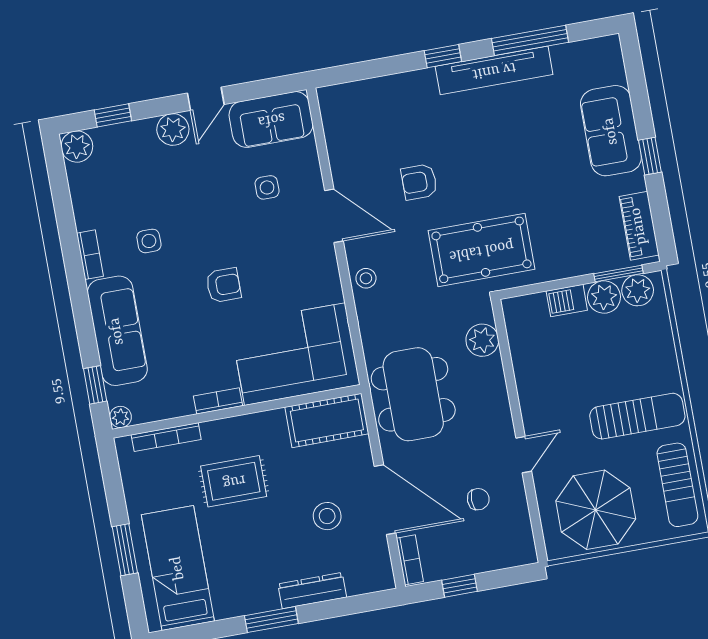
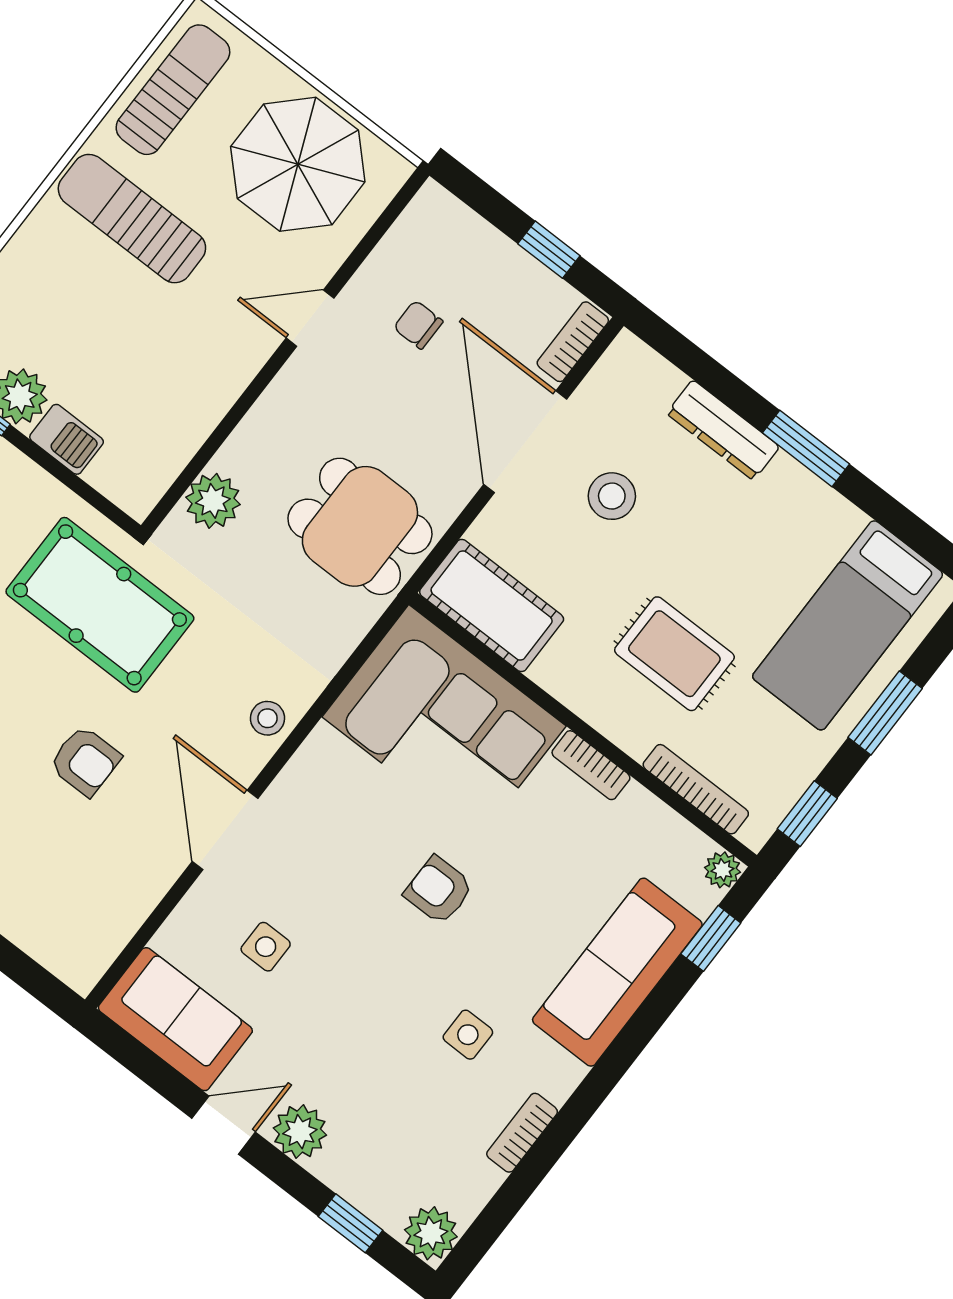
bookcase: (90, 255) -> (522, 1133), moved
dining table: (413, 394) -> (360, 526), width x0.73
window: (112, 476) -> (807, 814), added

